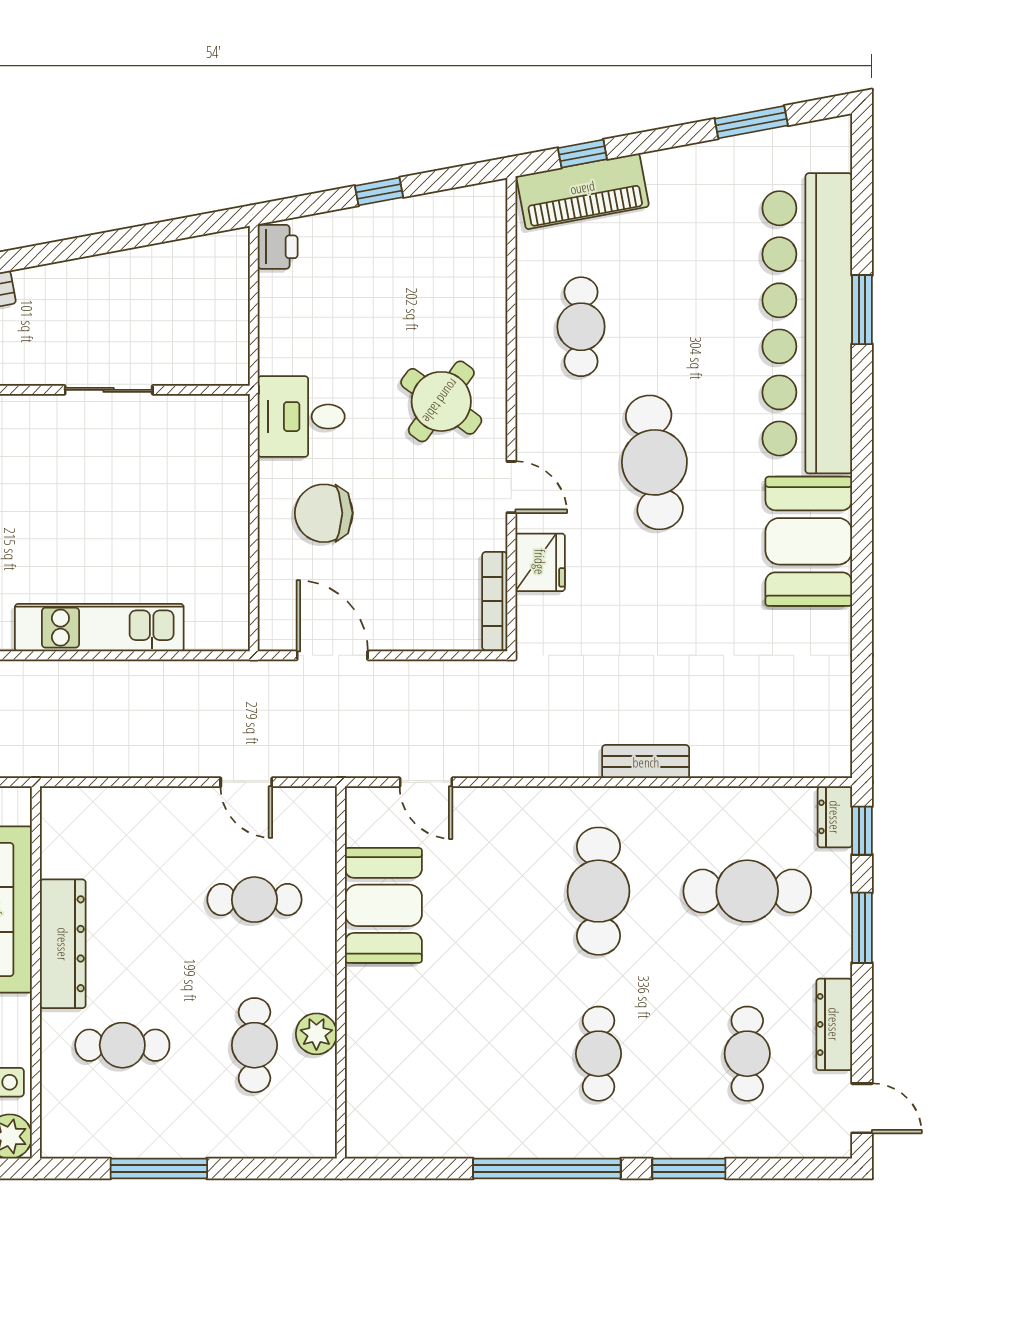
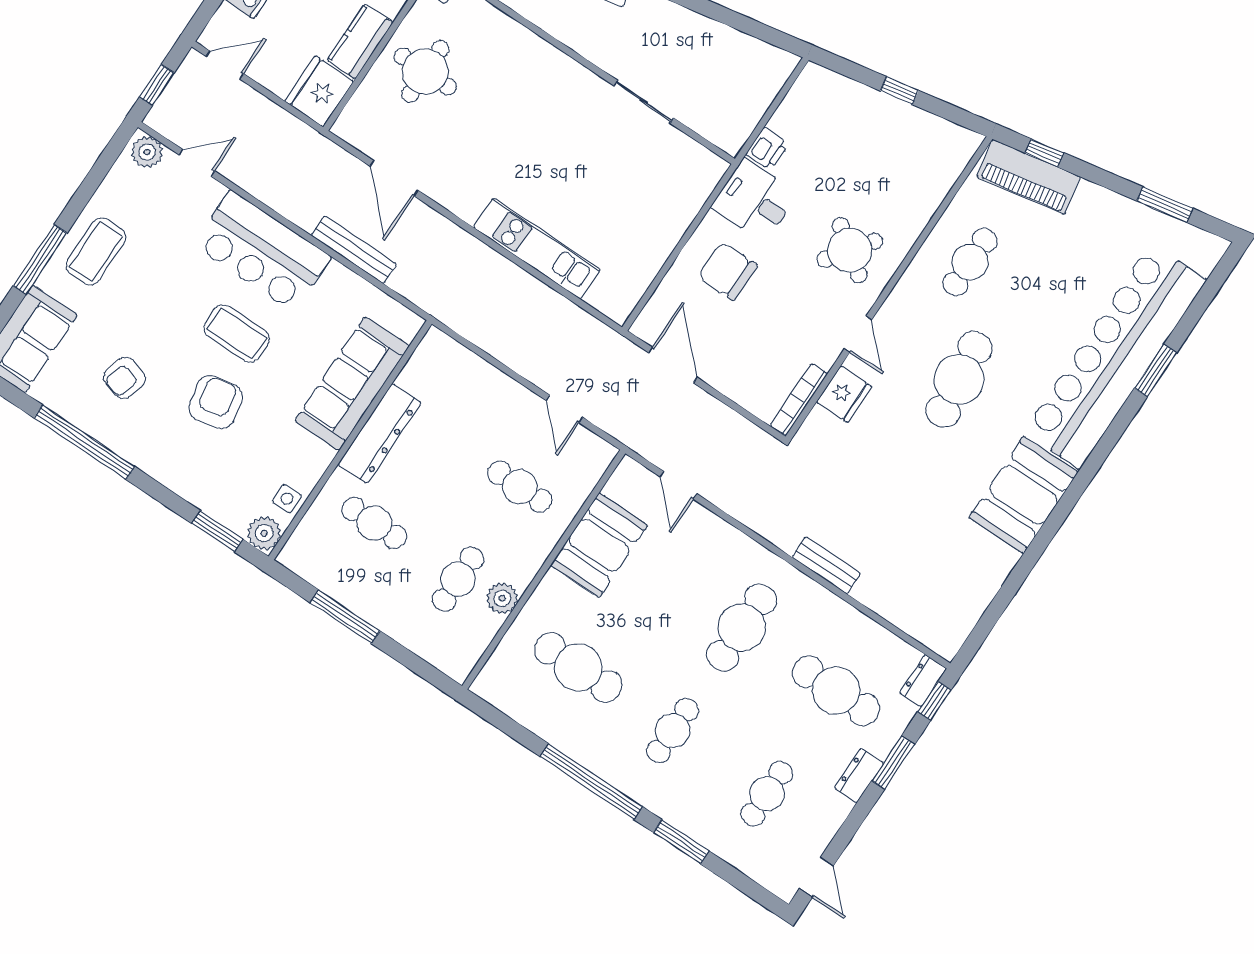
printer: (278, 247) -> (767, 149), moved
dresser: (834, 1024) -> (859, 775), moved, width x0.70
cafe table: (450, 1054) -> (578, 667), added

